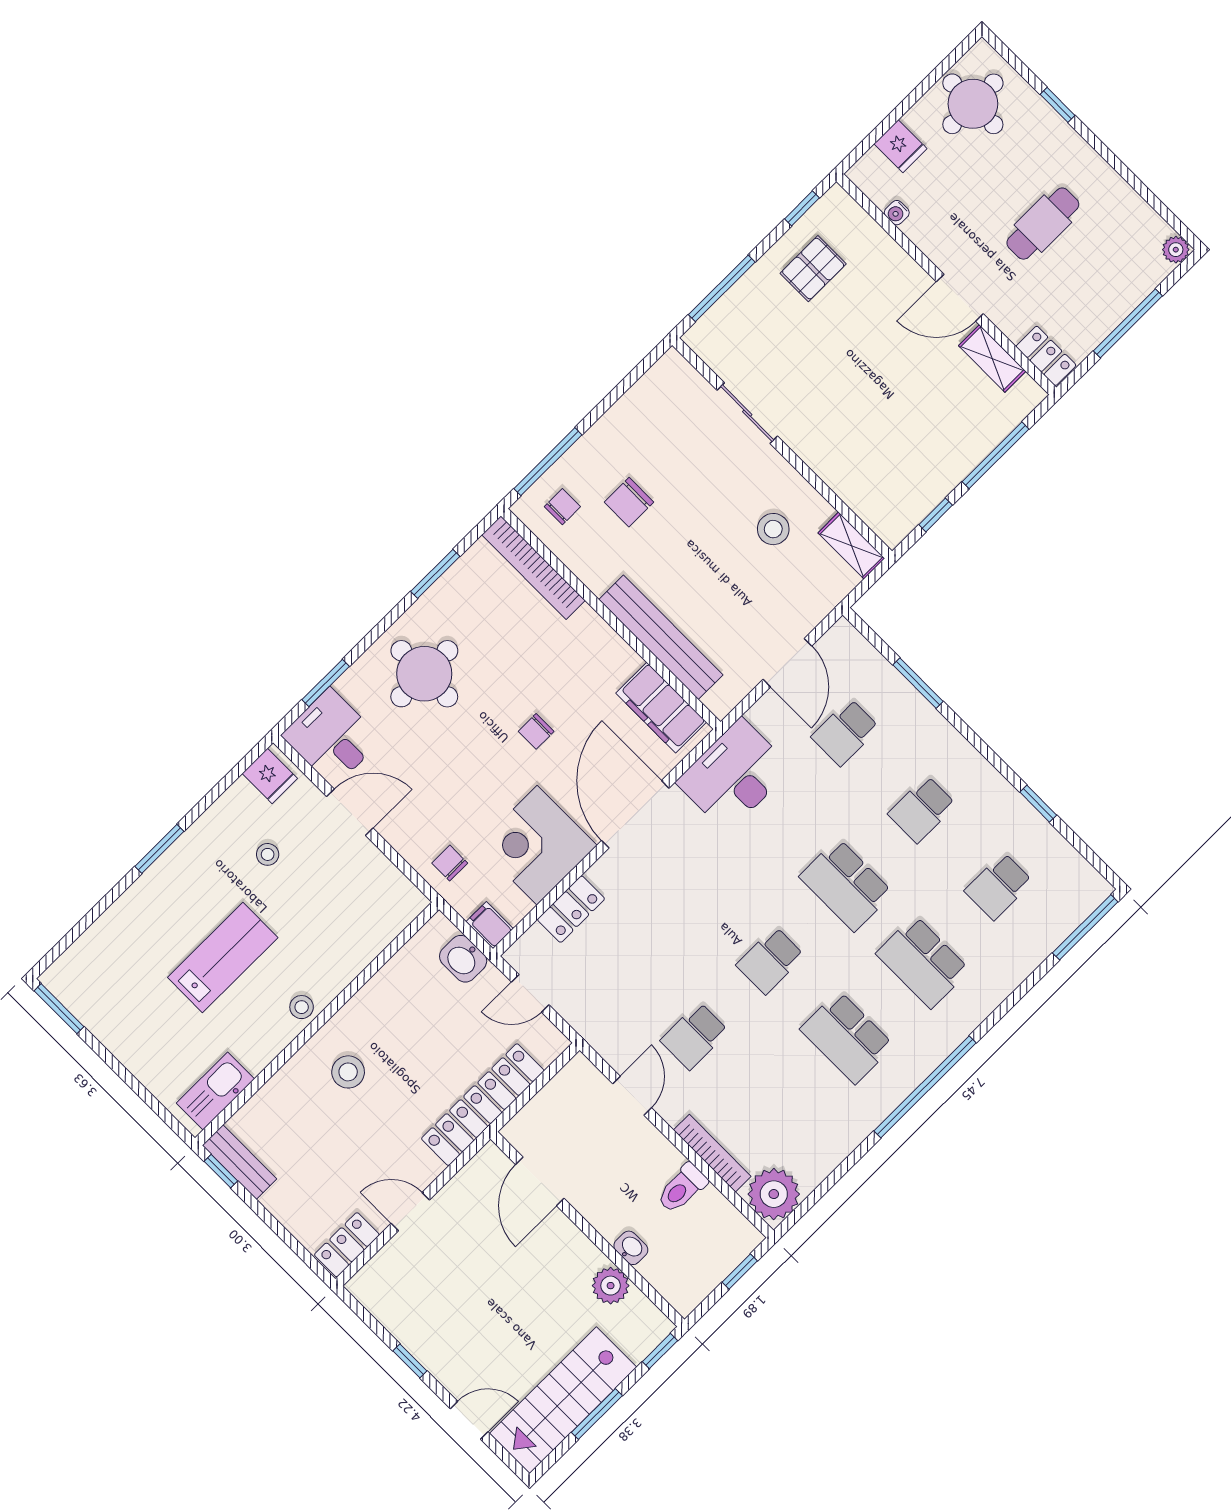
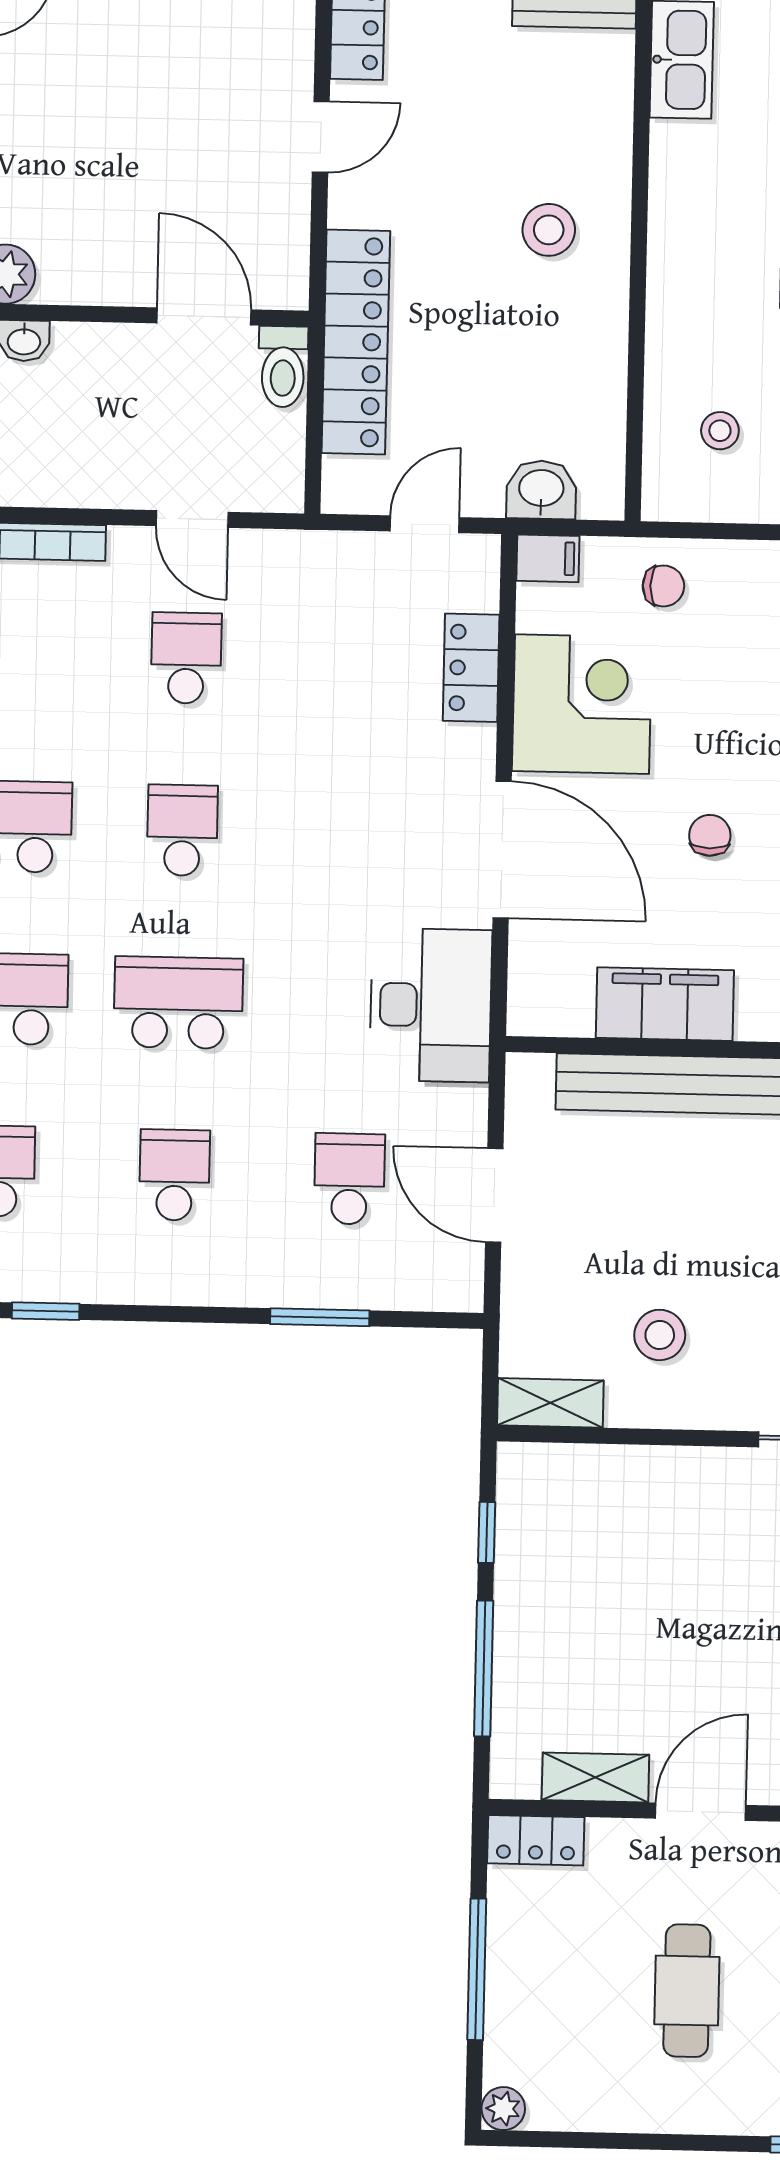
filing cabinet: (661, 708) -> (665, 1004), moved
stool: (302, 1007) -> (720, 431), moved
toilet: (682, 1188) -> (283, 367), moved, turned 180

